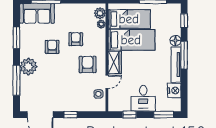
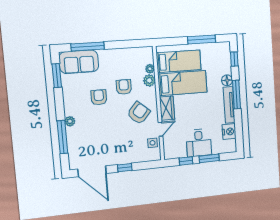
plant: (100, 13) -> (149, 80), moved
window: (16, 38) -> (57, 76), moved
armchair: (88, 64) -> (139, 113), turned 41
plant: (28, 67) -> (70, 121), width x0.53, depth x0.53
window: (164, 115) -> (209, 158), moved

